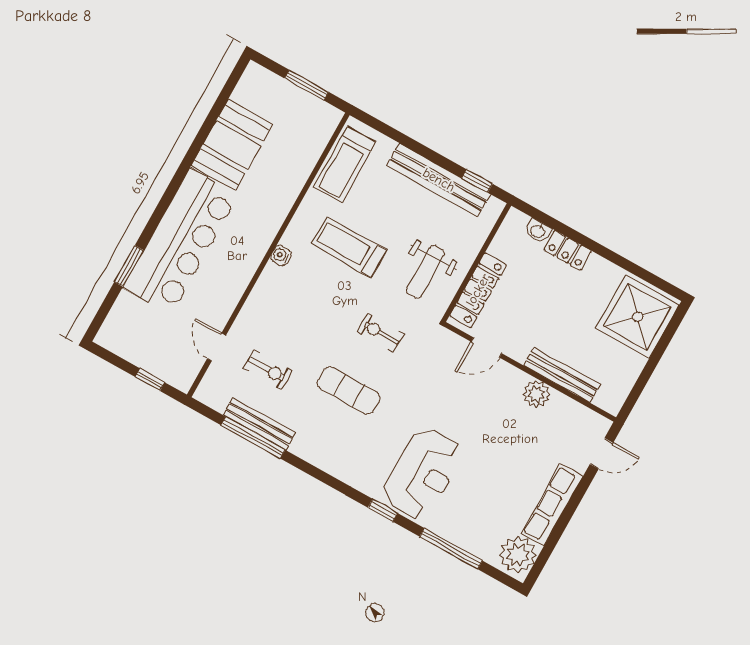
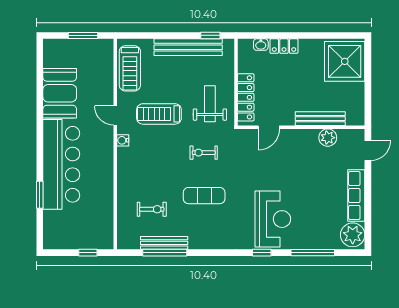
weight bench: (425, 272) -> (210, 104), turned 180
door: (217, 347) -> (115, 116), moved
plant: (536, 394) -> (328, 138), moved

